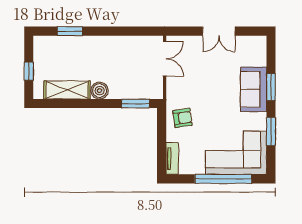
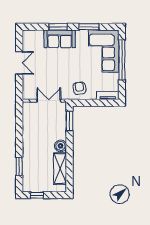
double door: (165, 59) -> (49, 101), moved
window: (29, 71) -> (37, 195), moved

